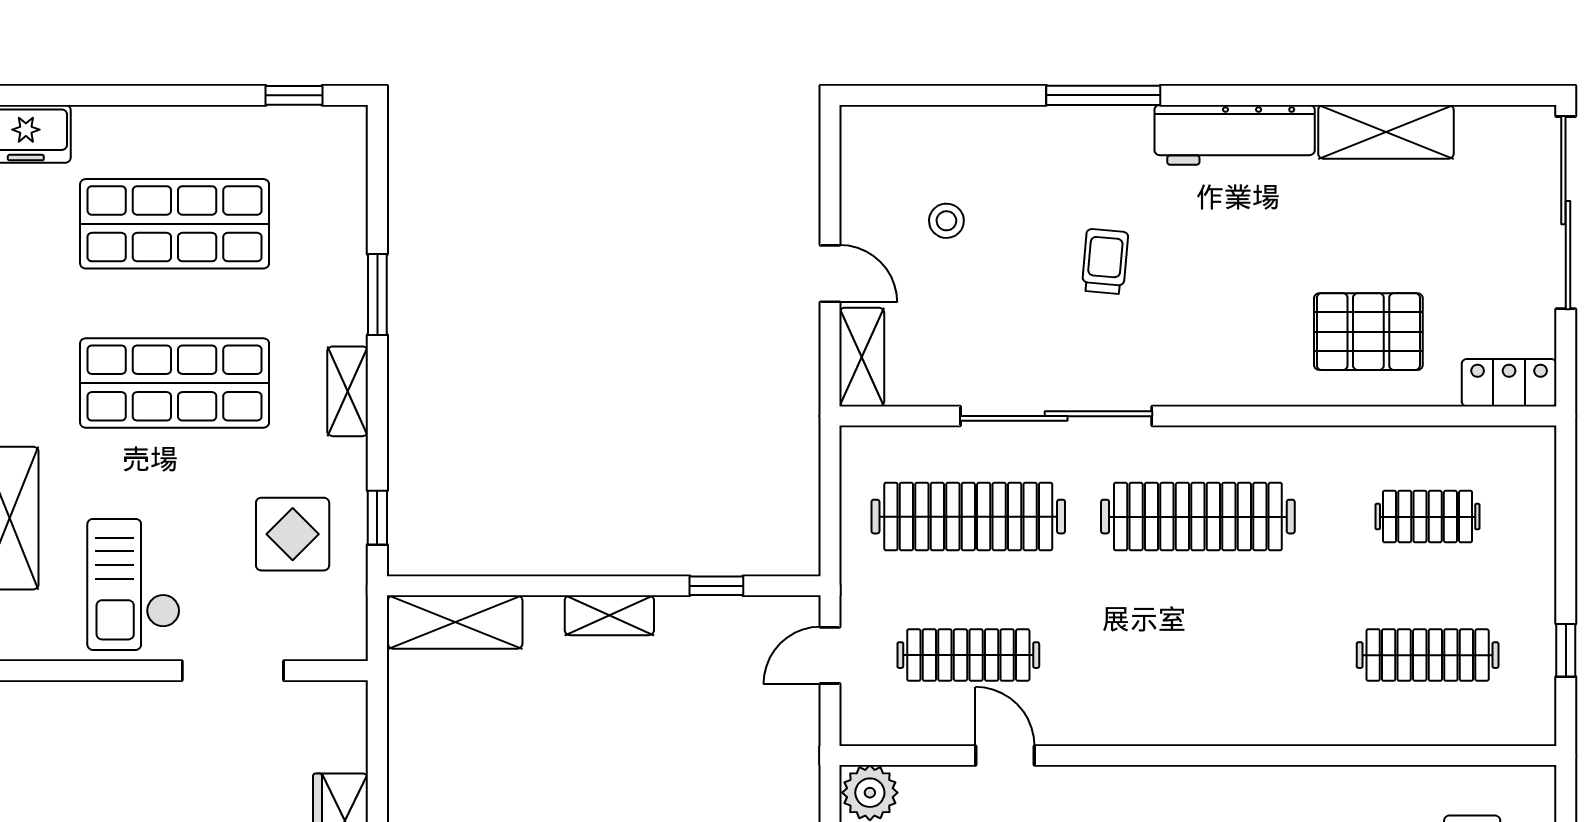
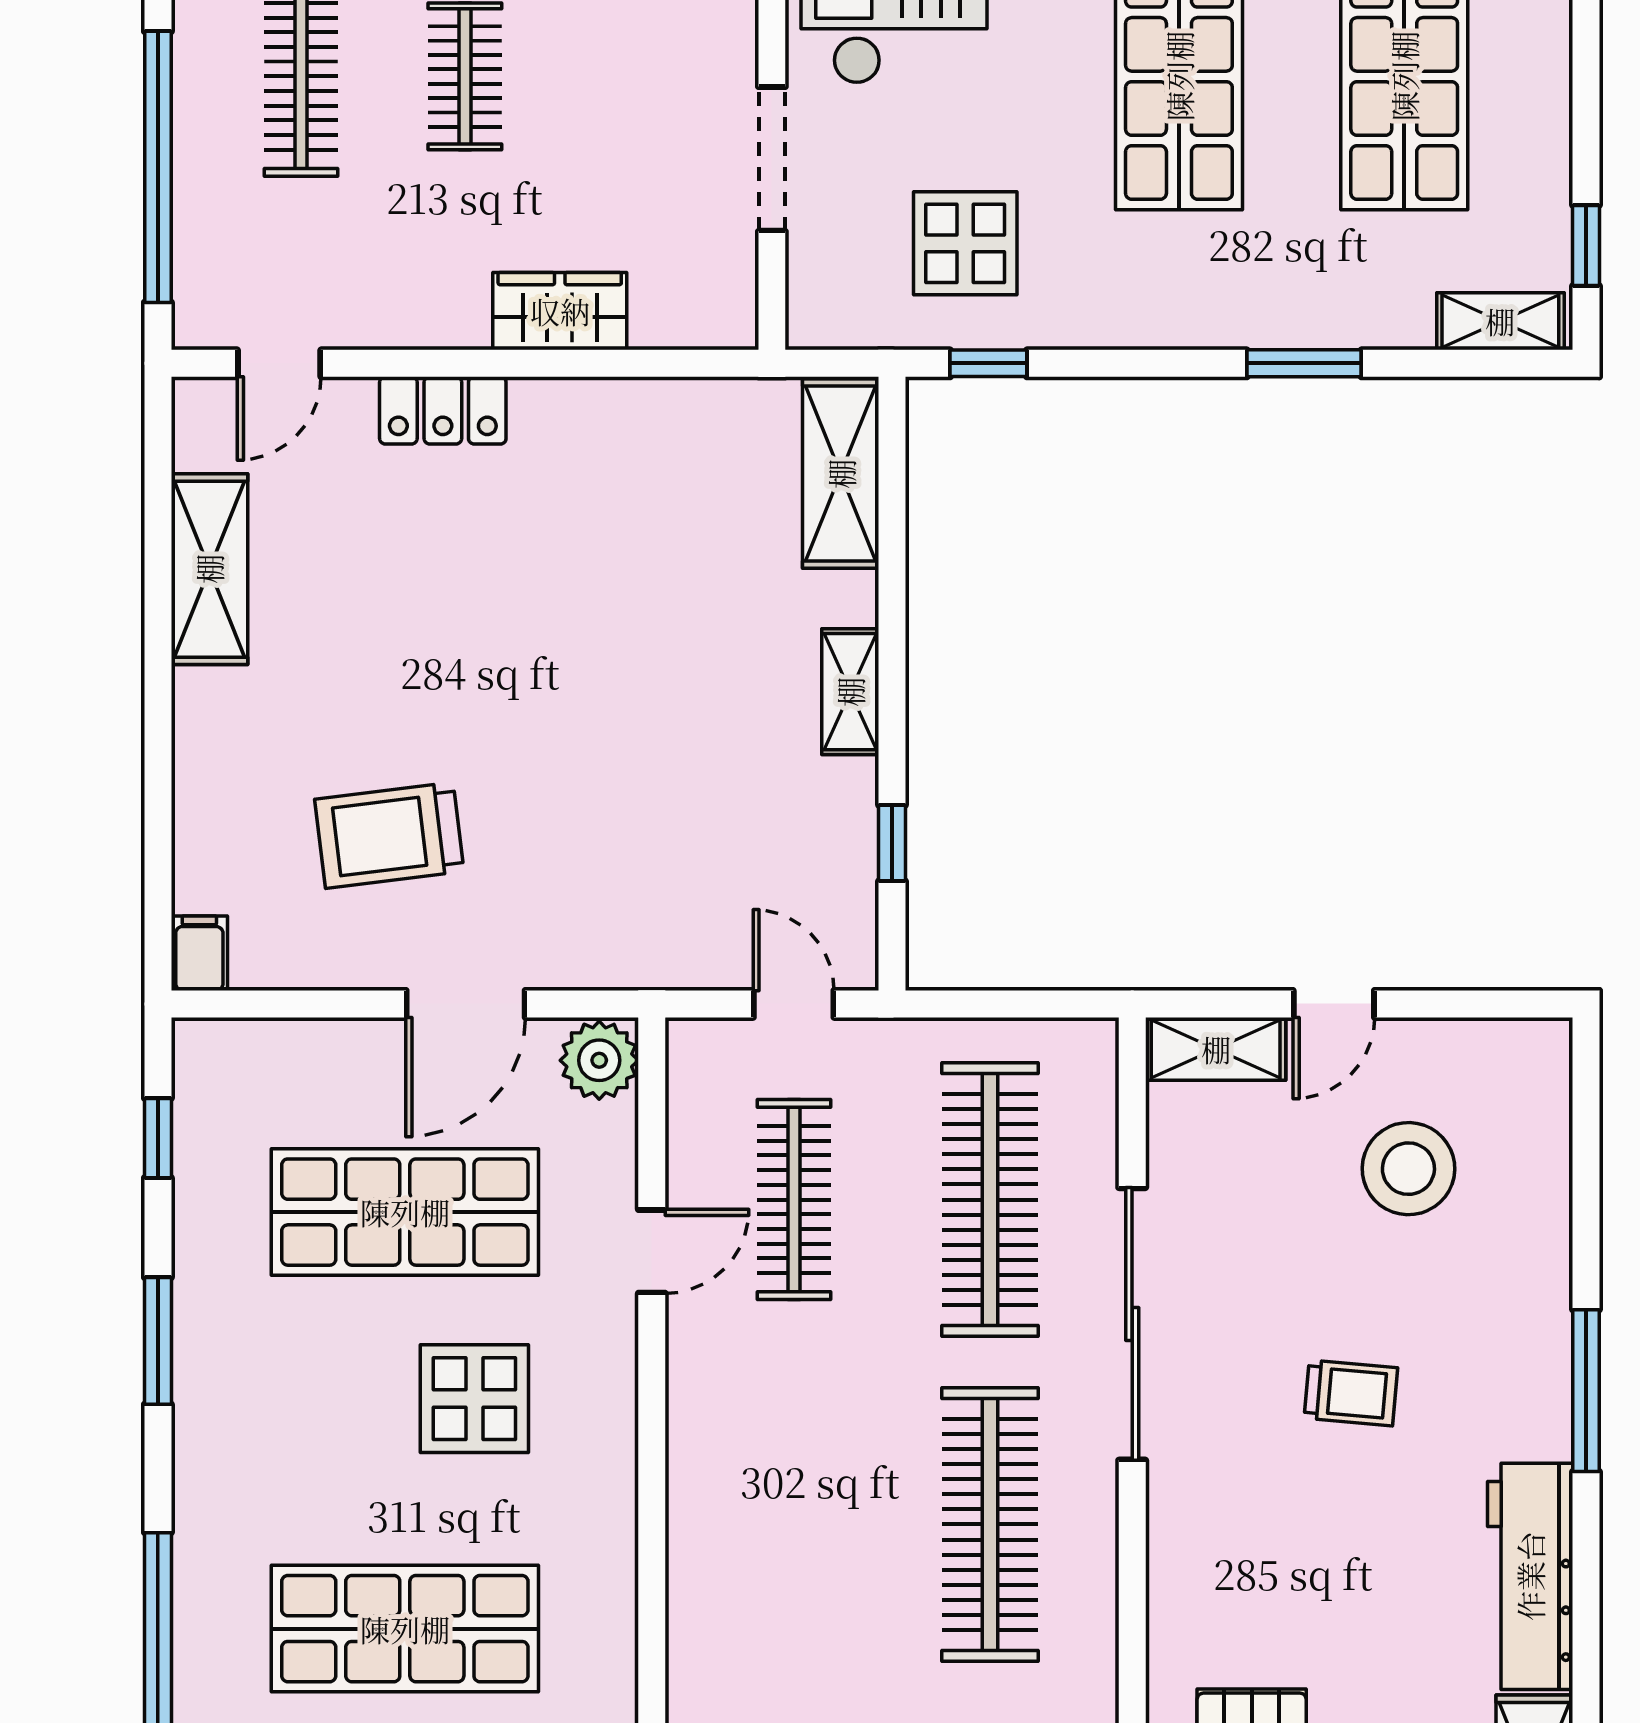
stool: (946, 221) -> (1408, 1169), width x1.89, depth x1.89
shelving: (348, 391) -> (1500, 321), moved

